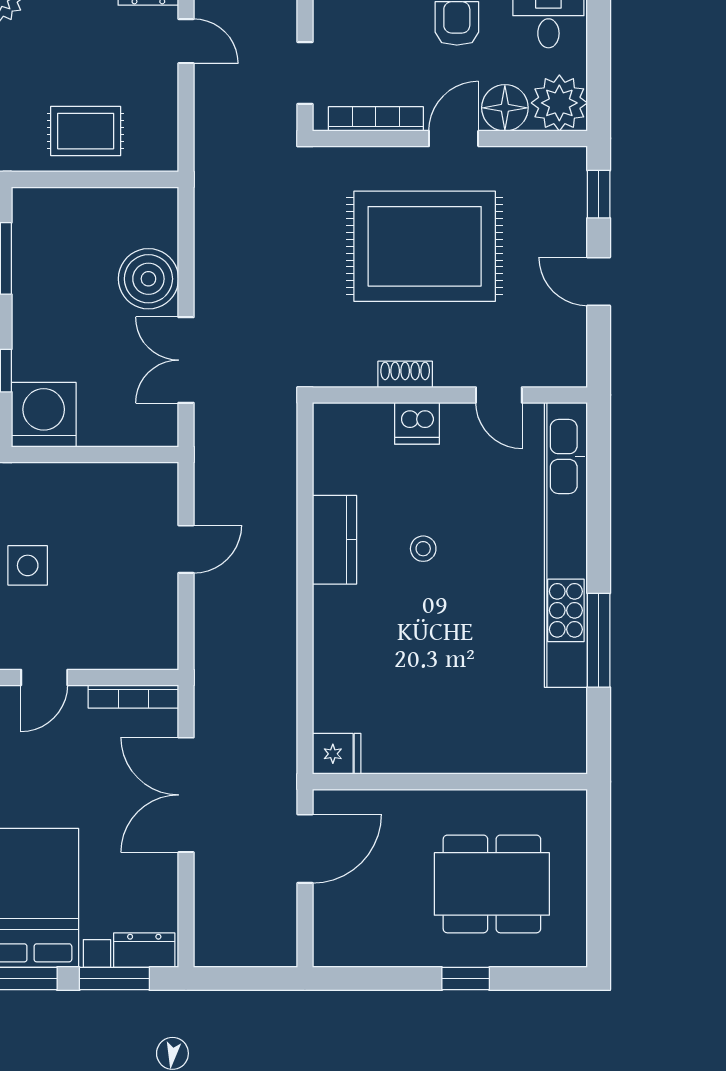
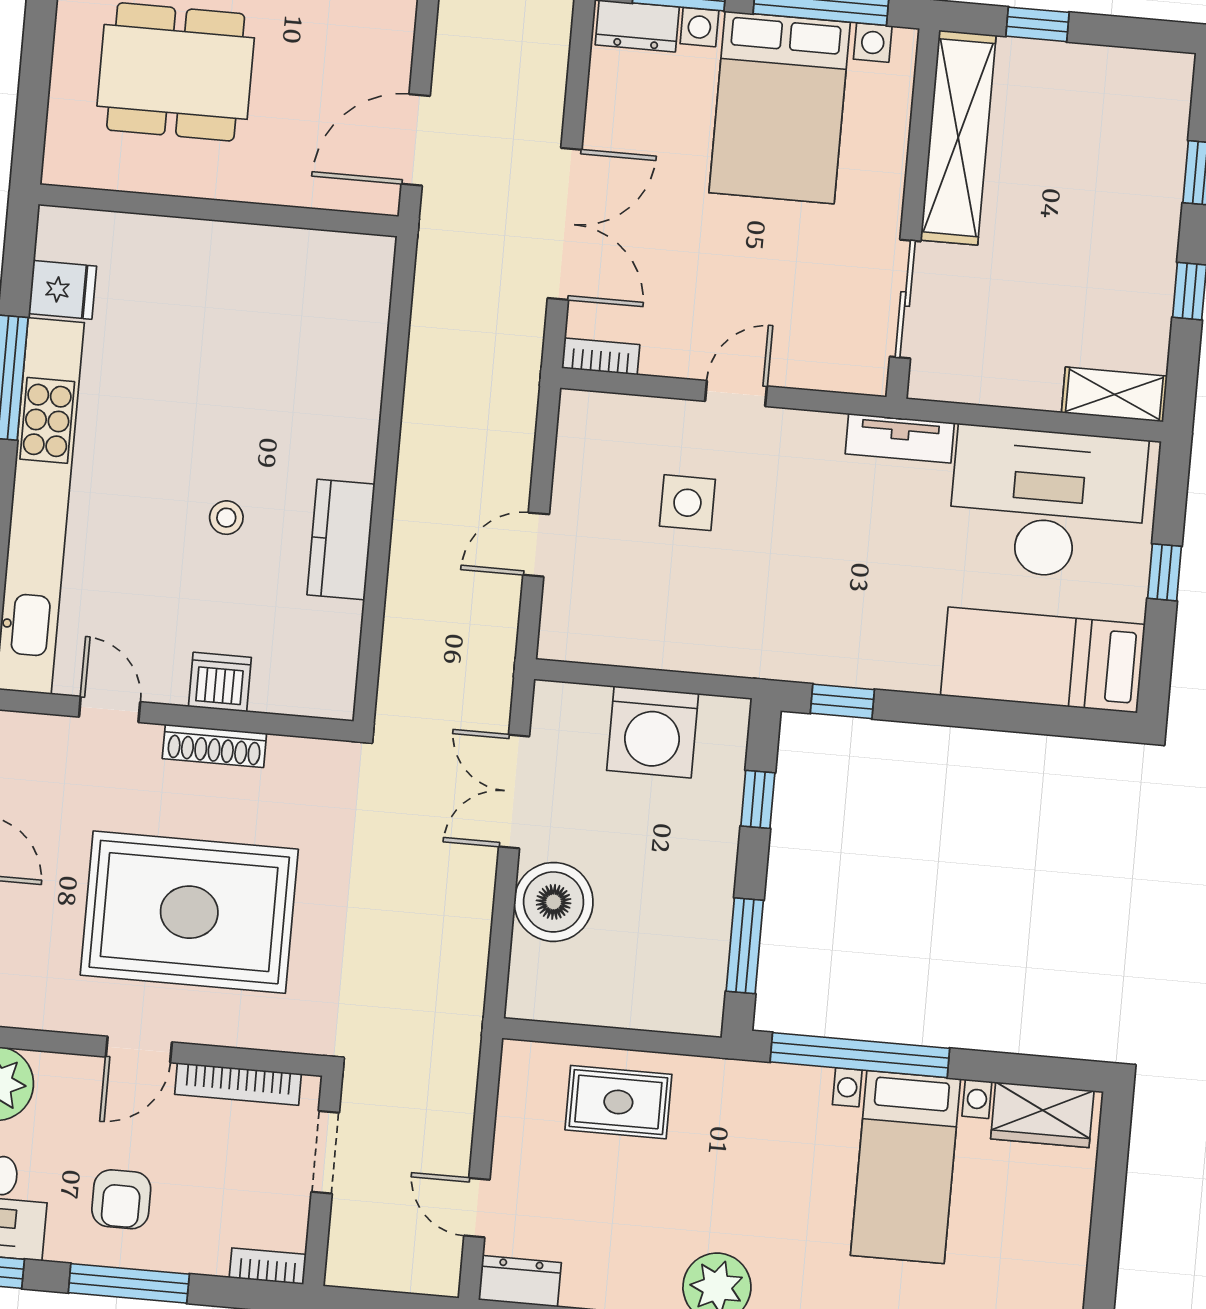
floor lamp: (505, 108) -> (68, 1084), removed
double door: (186, 360) -> (514, 791), swing flipped
shoe rack: (405, 374) -> (214, 746), width x1.43
washing machine: (44, 415) -> (653, 732), moved
side table: (28, 565) -> (687, 503), moved
bookcase: (133, 697) -> (601, 356), width x0.64
fridge: (337, 754) -> (62, 290), moved, turned 180

